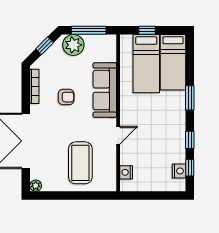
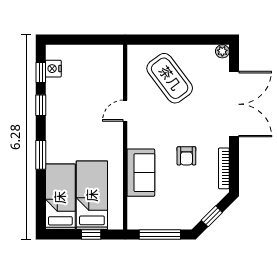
plant: (73, 45) -> (178, 217), removed
sofa: (105, 90) -> (141, 173), width x0.73
armchair: (66, 97) -> (186, 156), turned -90
coffee table: (80, 163) -> (170, 78), turned -37
nightstand: (126, 172) -> (116, 67), removed

